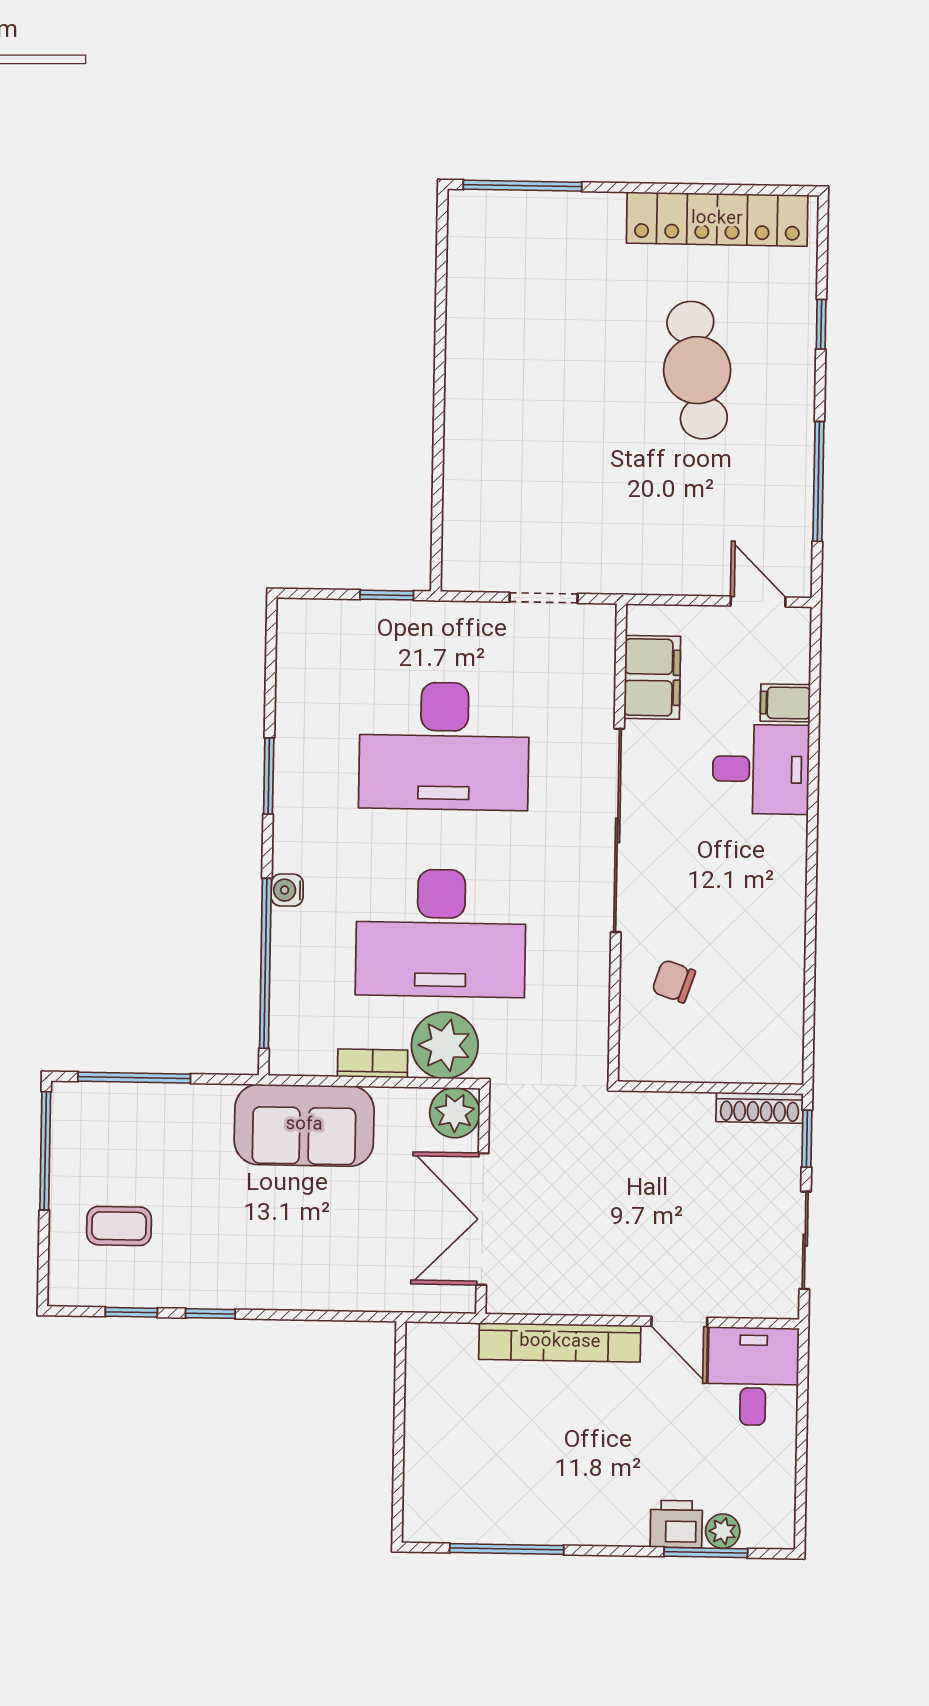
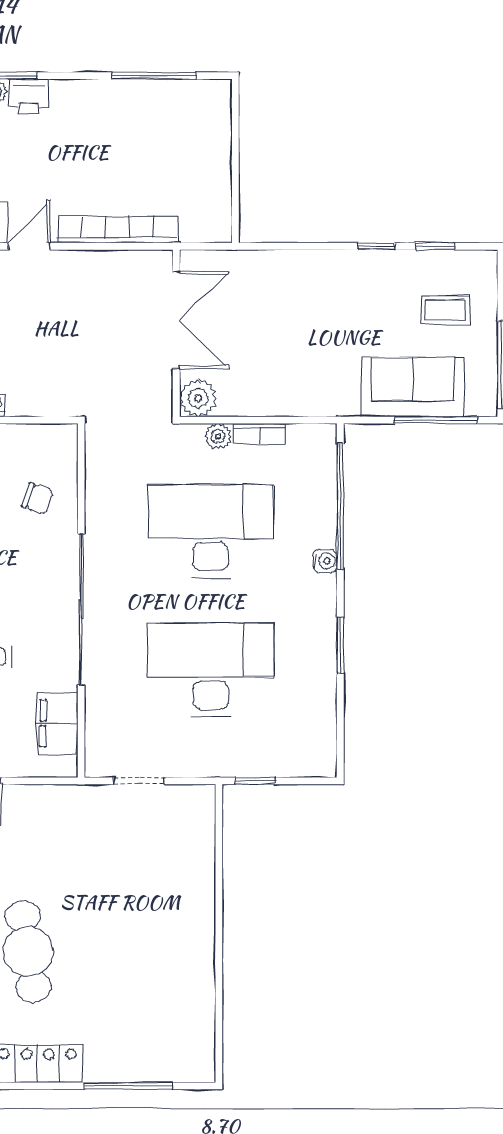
window: (523, 186) -> (128, 1086), moved
plant: (445, 1045) -> (218, 437), width x0.53, depth x0.53
sofa: (304, 1125) -> (413, 387), moved
door: (679, 1322) -> (29, 246), hinge flipped

